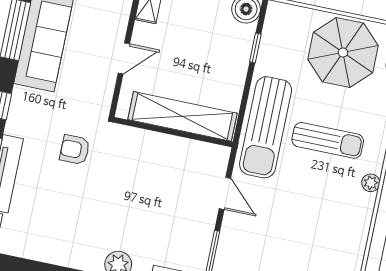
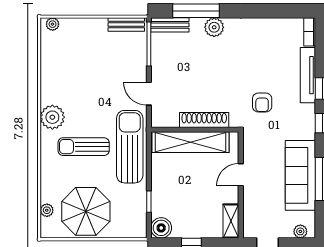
shoe rack: (158, 142) -> (204, 120), added
armchair: (75, 150) -> (262, 102), turned 90
plant: (371, 183) -> (52, 117), width x1.87, depth x1.87

